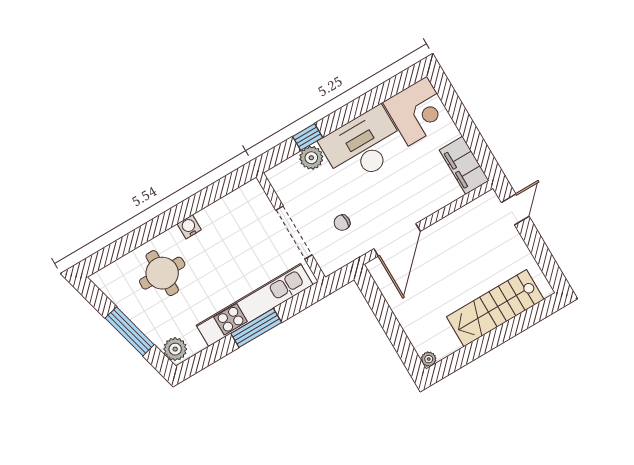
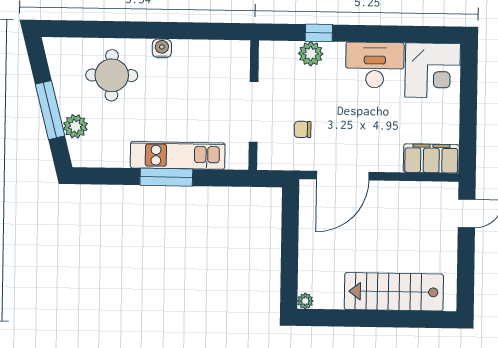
desk: (363, 146) -> (375, 65), width x0.73, depth x0.77
filing cabinet: (464, 165) -> (431, 158), moved, turned 90
kitchen unit: (255, 305) -> (178, 155), width x0.73
plant: (175, 349) -> (75, 126), moved

